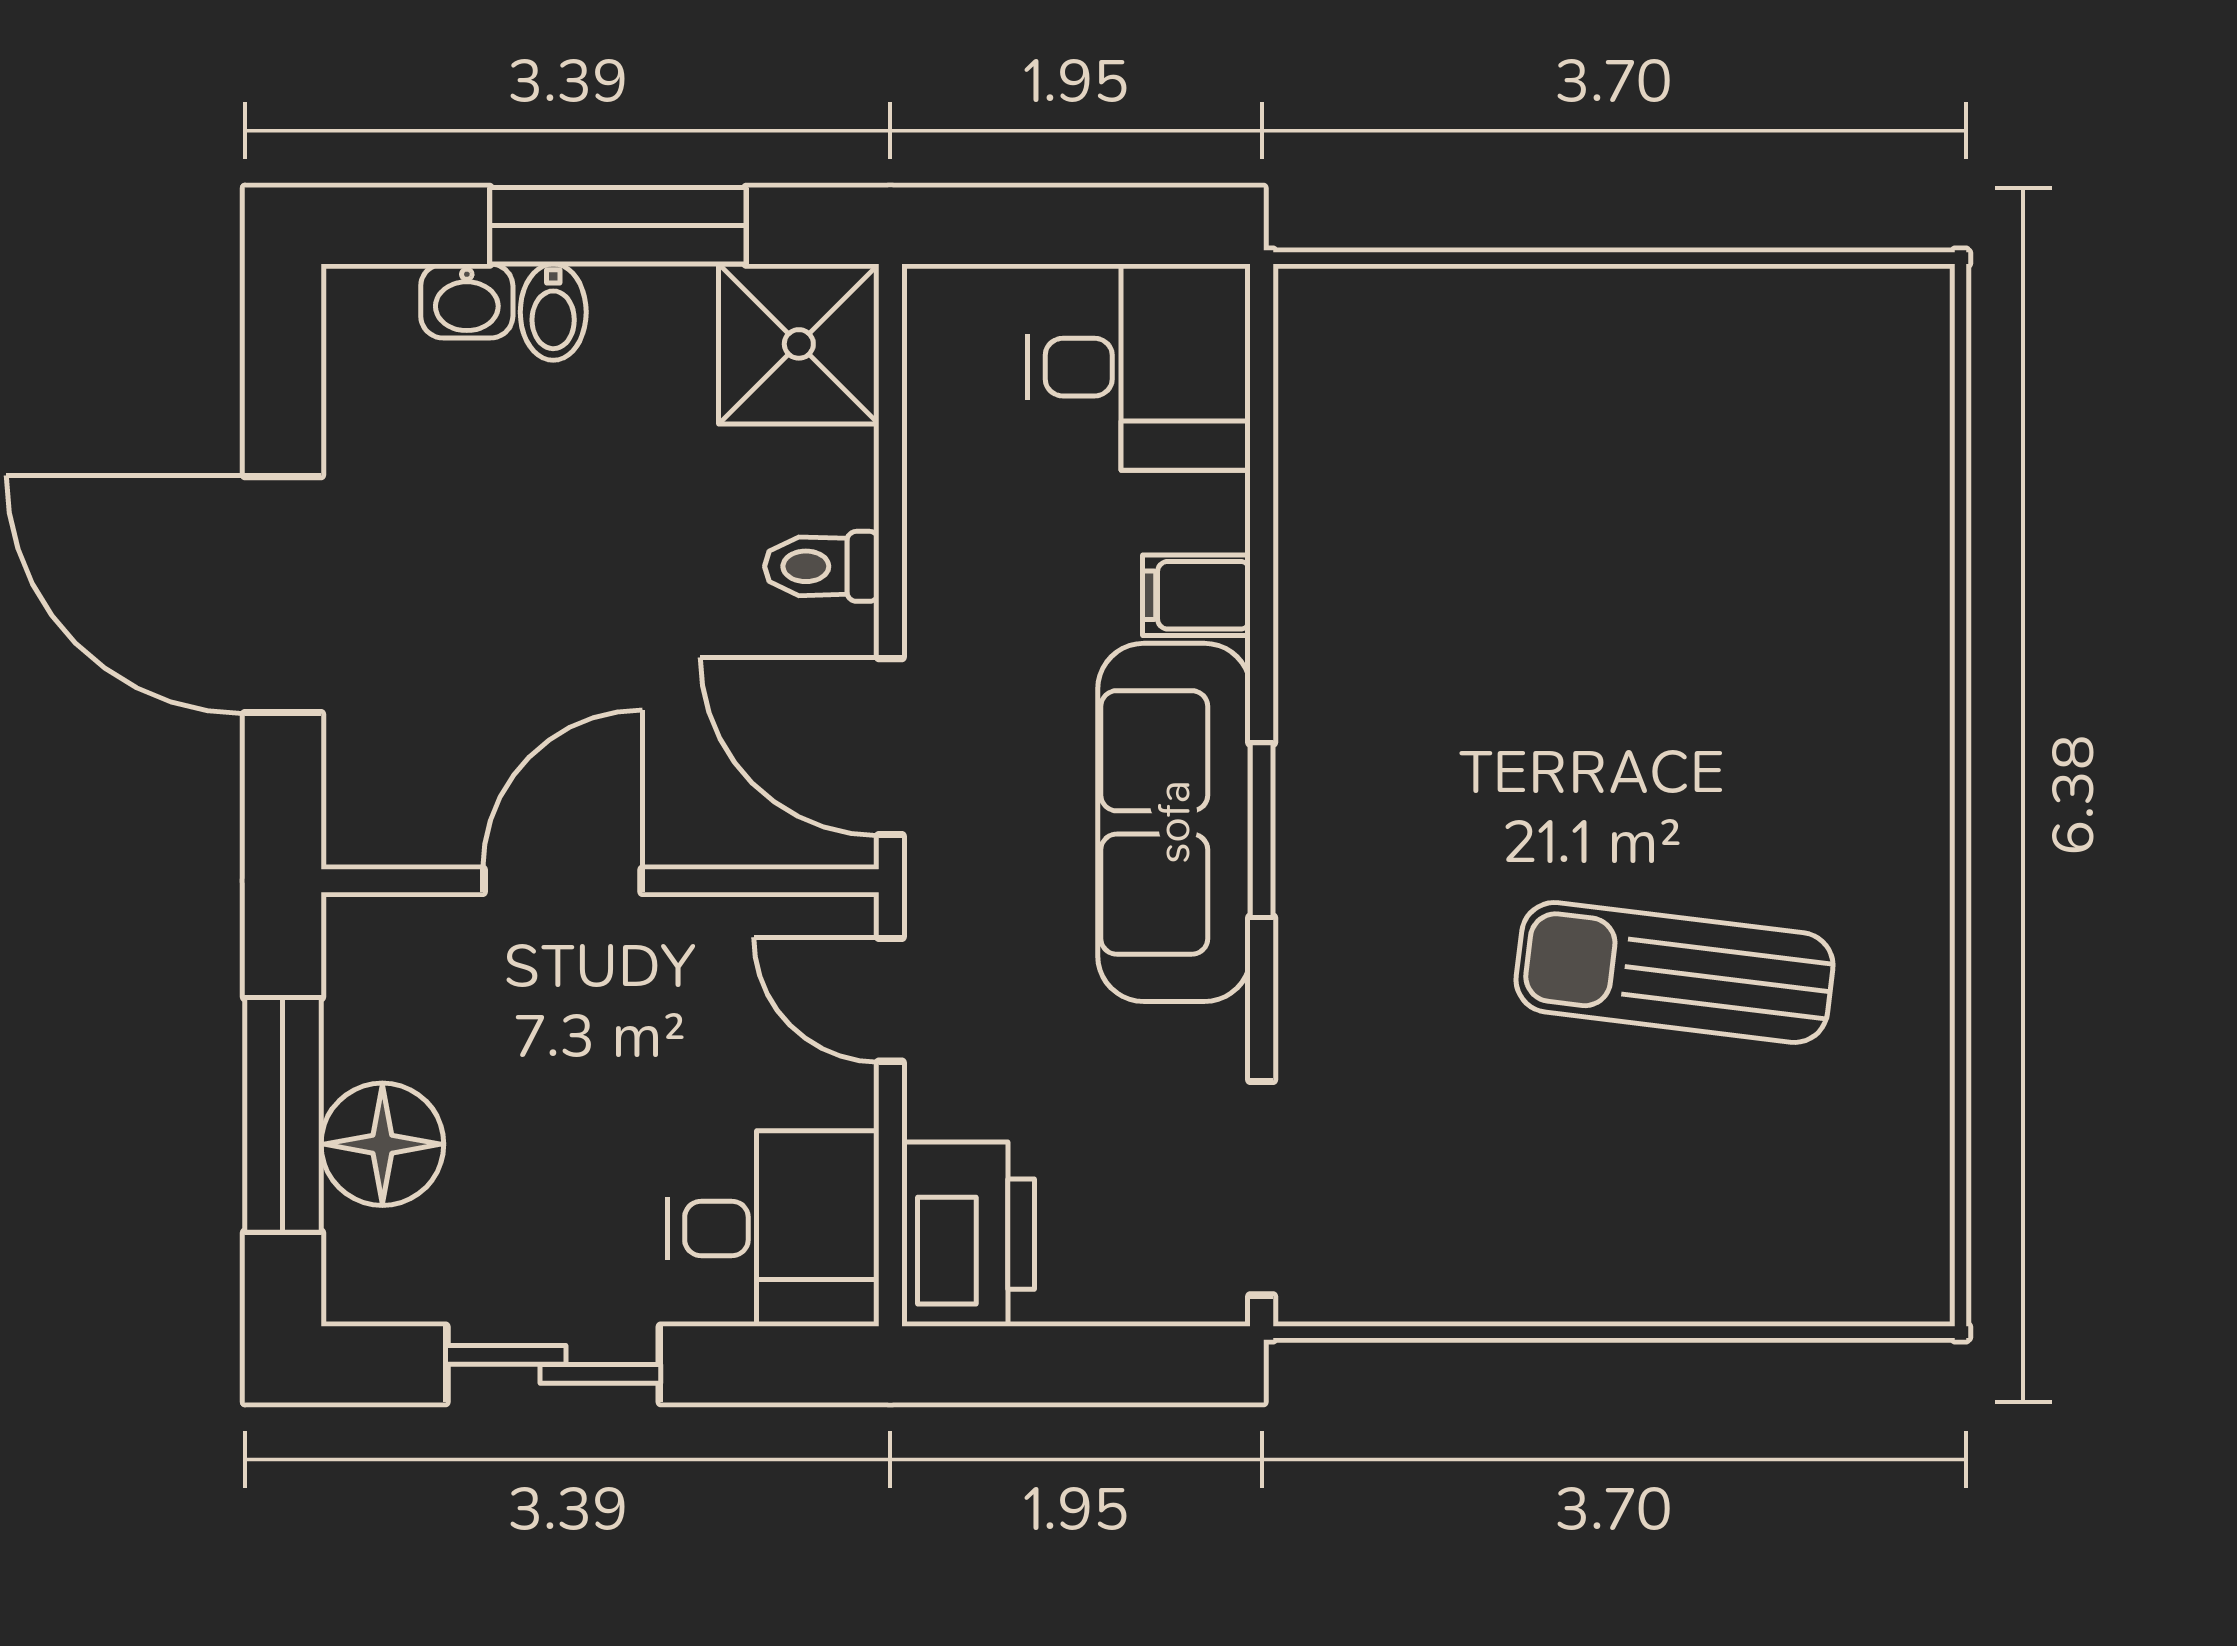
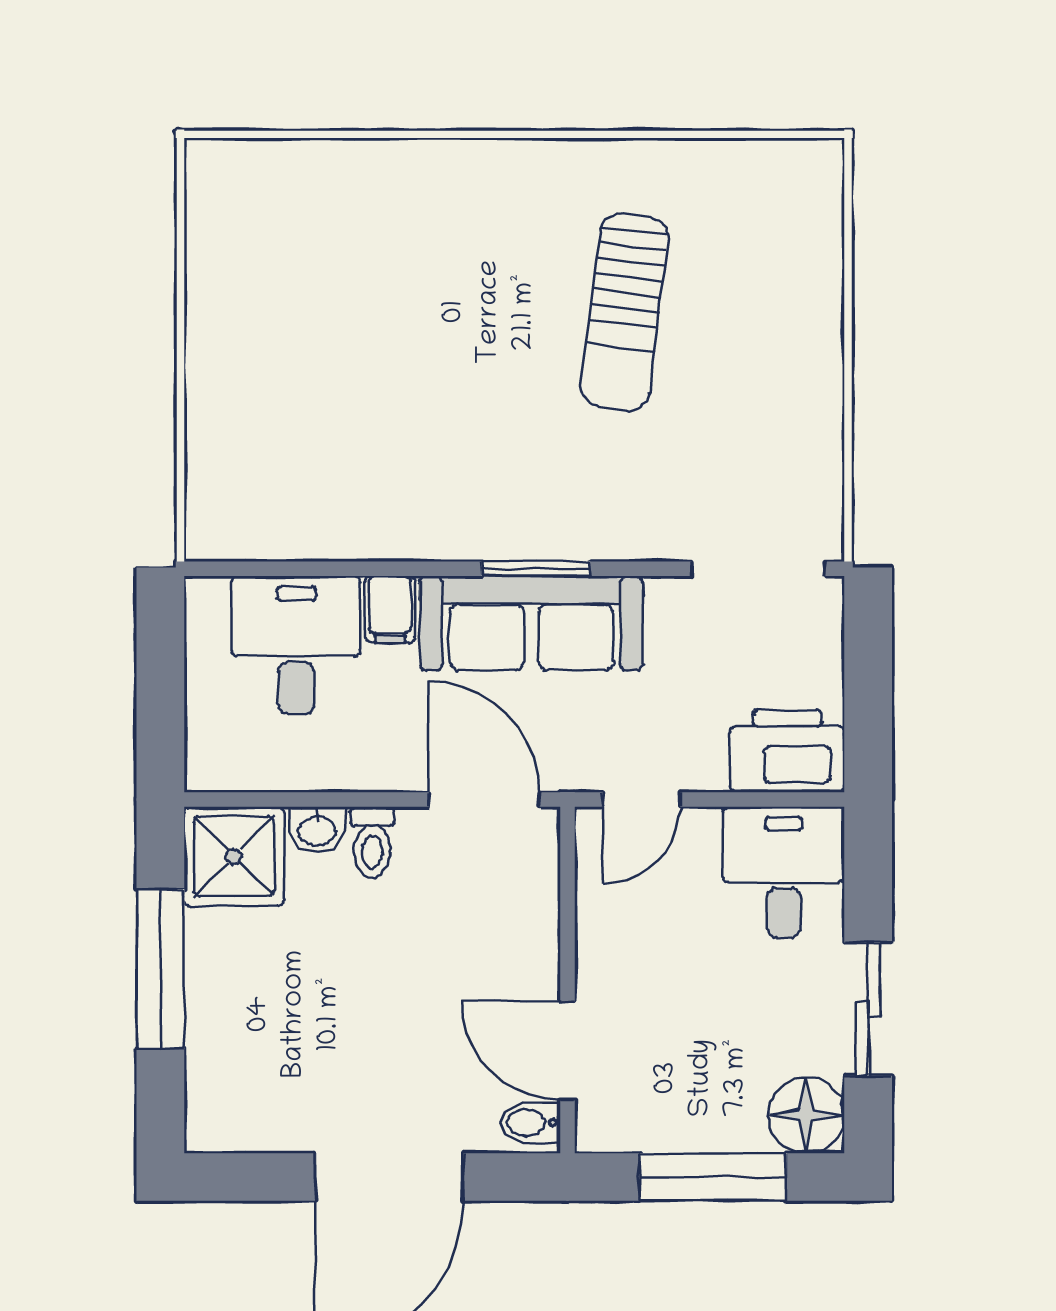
washbasin: (467, 301) -> (317, 830), moved, turned 90
bidet: (553, 312) -> (530, 1123), moved, turned 180
desk: (1139, 367) -> (296, 645), moved
door: (890, 747) -> (484, 799), swing flipped
door: (563, 881) -> (568, 1051), moved
floor lamp: (382, 1144) -> (806, 1115), moved

